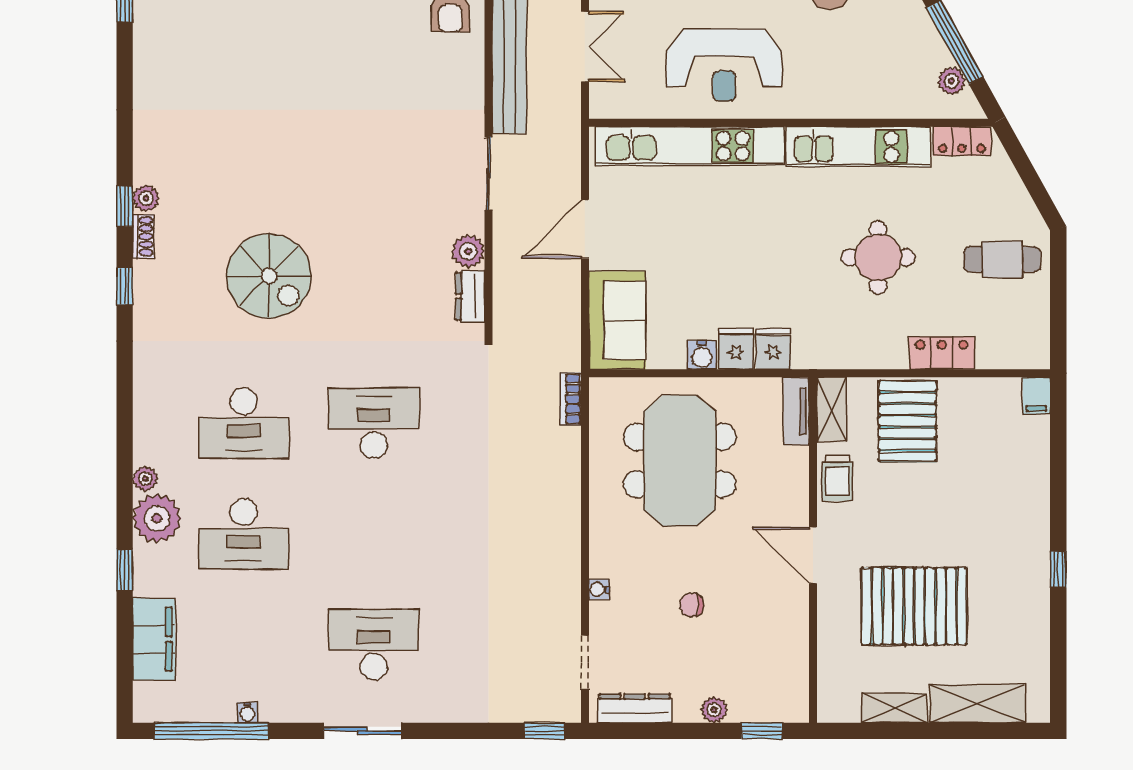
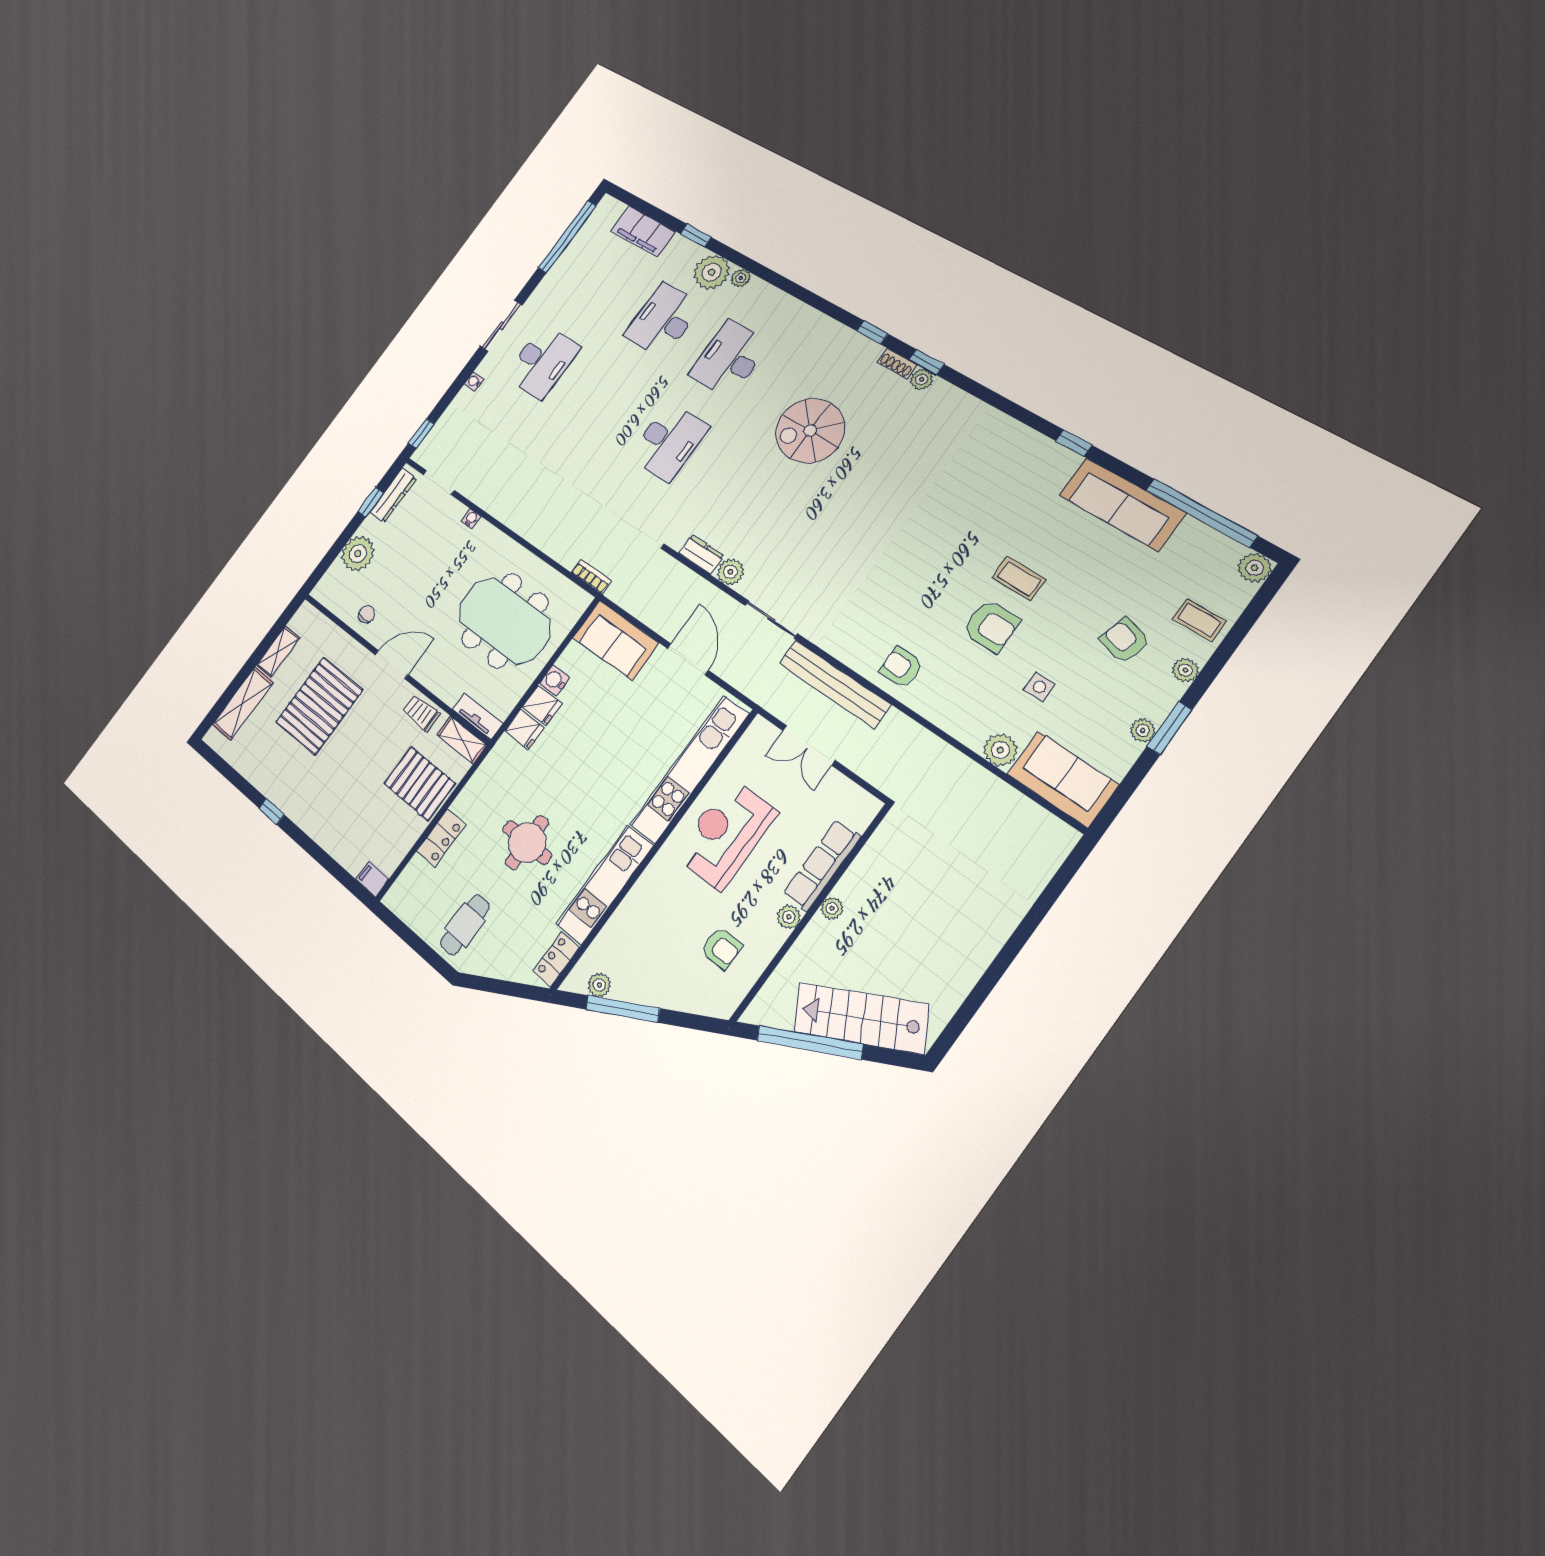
chair: (692, 605) -> (366, 614), moved
plant: (714, 710) -> (358, 554), width x1.88, depth x1.88
water cooler: (247, 713) -> (474, 382), moved
window: (762, 731) -> (371, 502), moved

